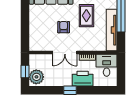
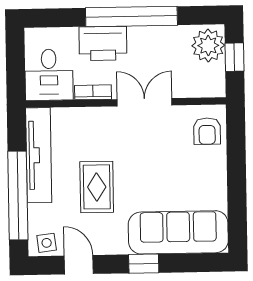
armchair: (64, 27) -> (207, 131), moved
window: (70, 90) -> (131, 17), width x3.17

